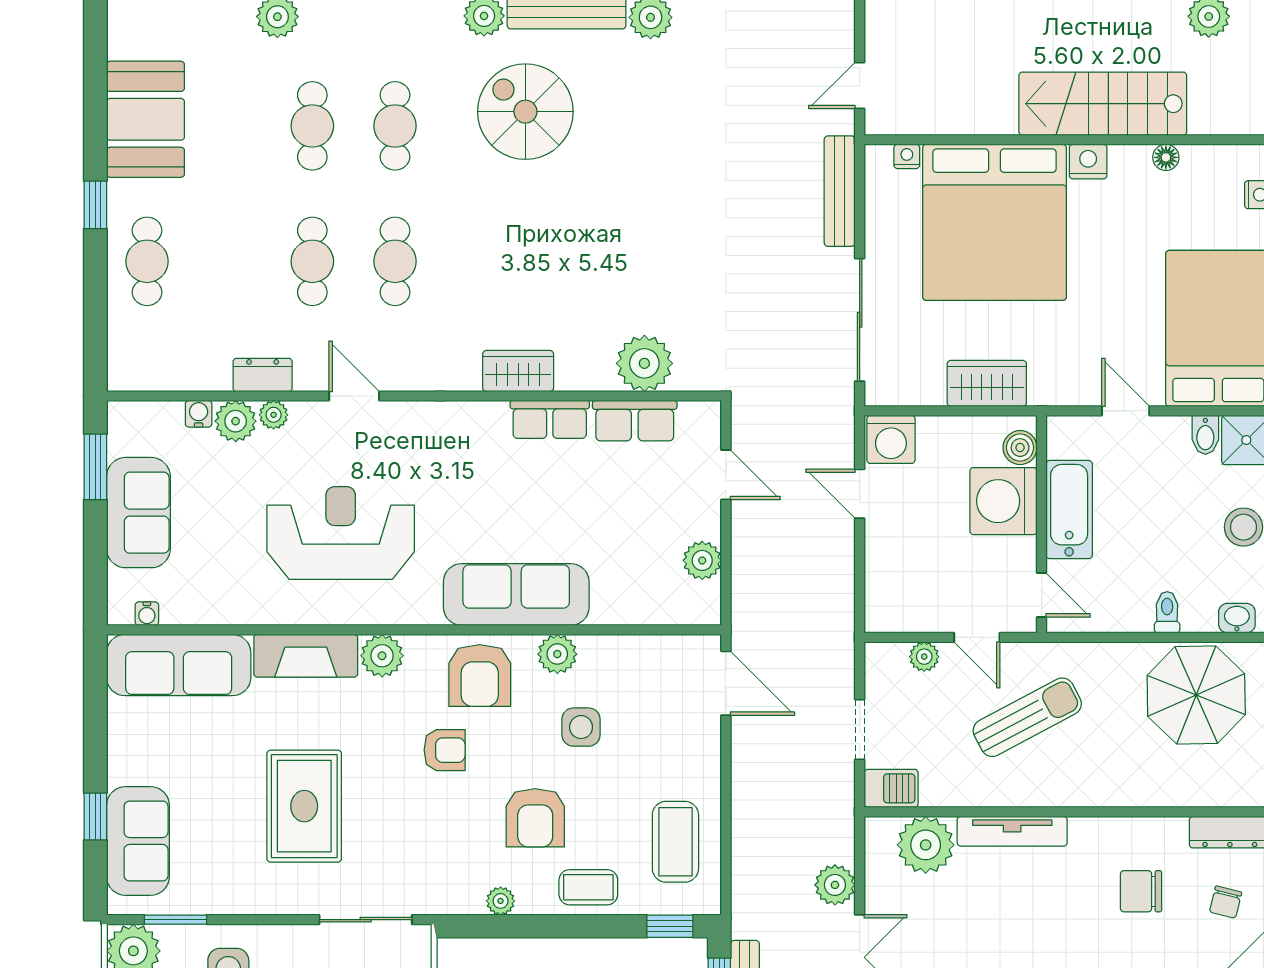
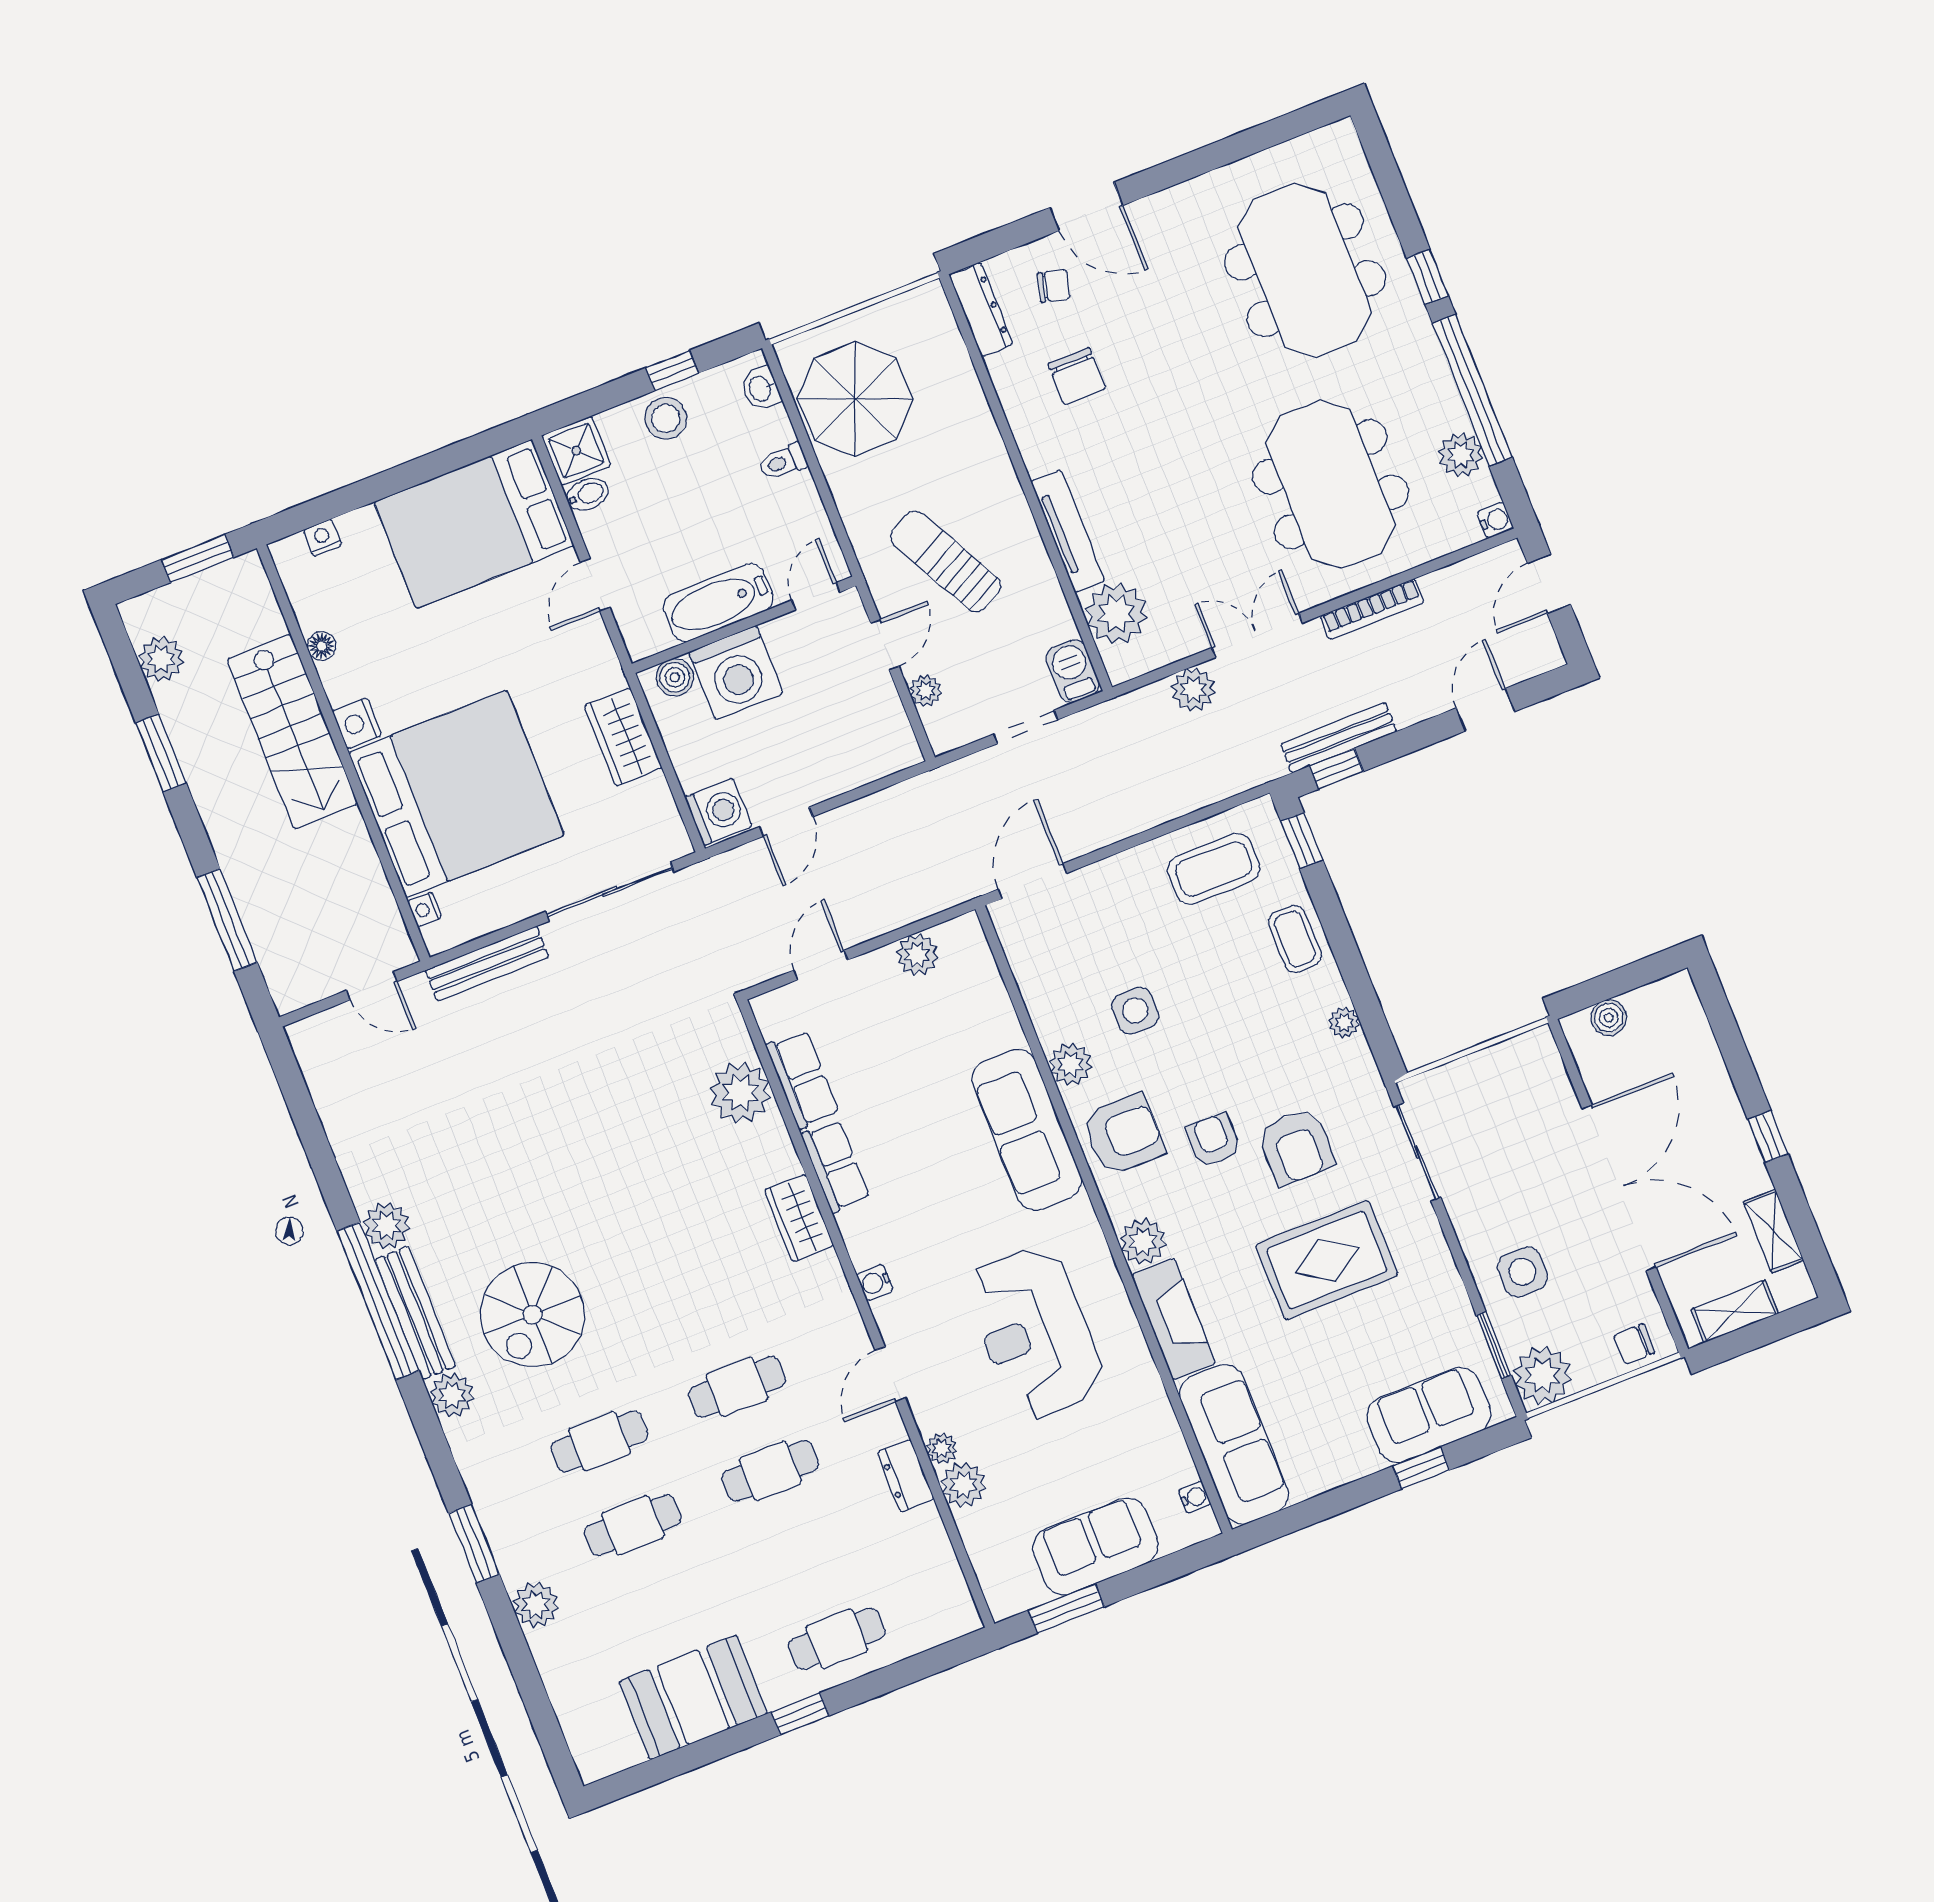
water cooler: (199, 414) -> (875, 1283), moved
armchair: (535, 818) -> (1296, 1147), moved, turned 90

